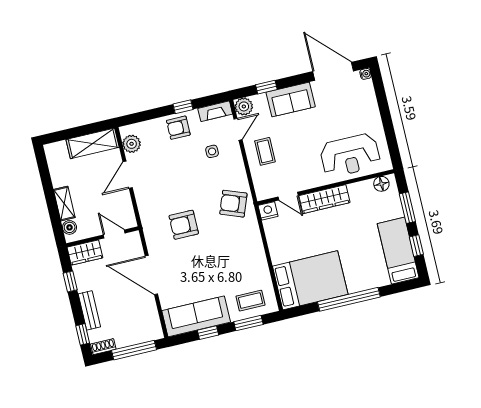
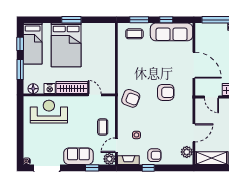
nightstand: (268, 211) -> (50, 89), moved
bed: (310, 280) -> (66, 45), moved, turned -90
window: (349, 299) -> (71, 20), width x0.47

